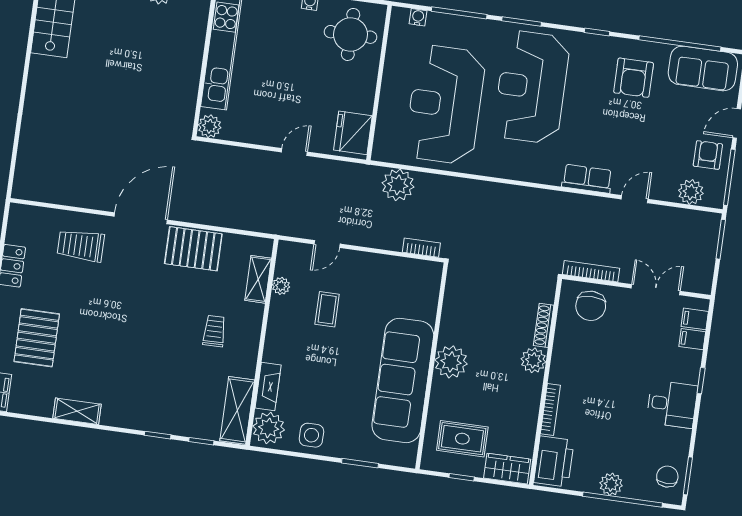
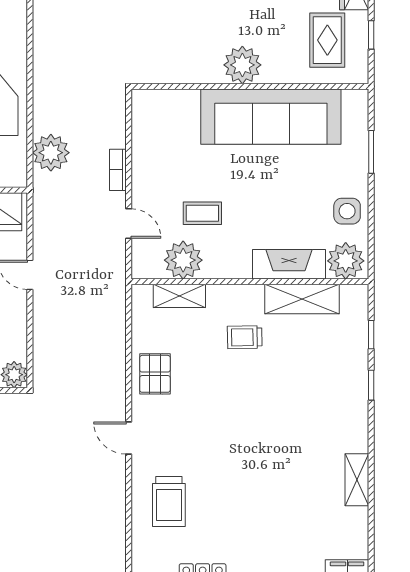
door: (141, 218) -> (129, 438), width x0.53
bookcase: (421, 248) -> (118, 170), moved
pallet: (193, 249) -> (155, 374), width x0.67, depth x0.71
plant: (281, 286) -> (183, 260), width x1.88, depth x1.88
pallet: (37, 338) -> (280, 537), removed
fireplace: (268, 386) -> (289, 264), width x1.37, depth x1.32
shelving: (237, 410) -> (302, 299), moved

